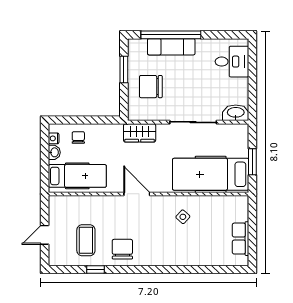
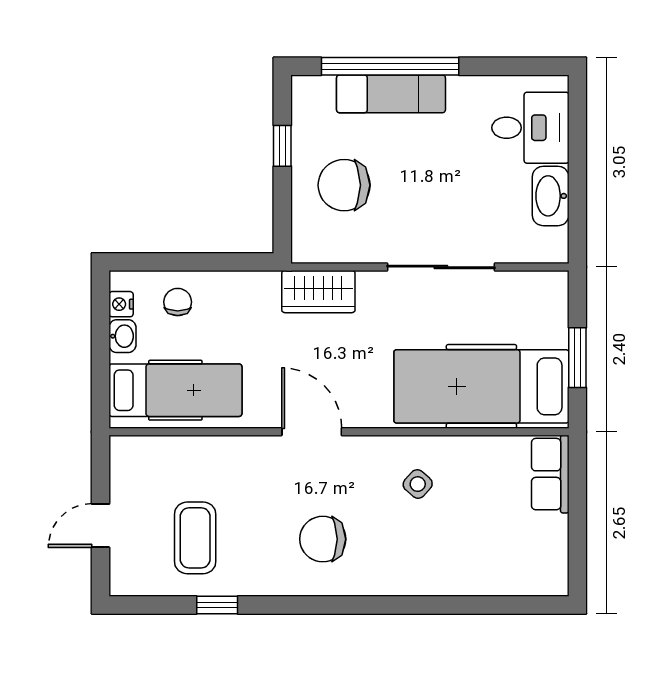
window: (124, 69) -> (282, 146), width x0.67
washbasin: (236, 113) -> (551, 196), moved, turned -90
row of seats: (241, 239) -> (550, 474), moved
chair: (122, 249) -> (323, 539), moved, turned -90

